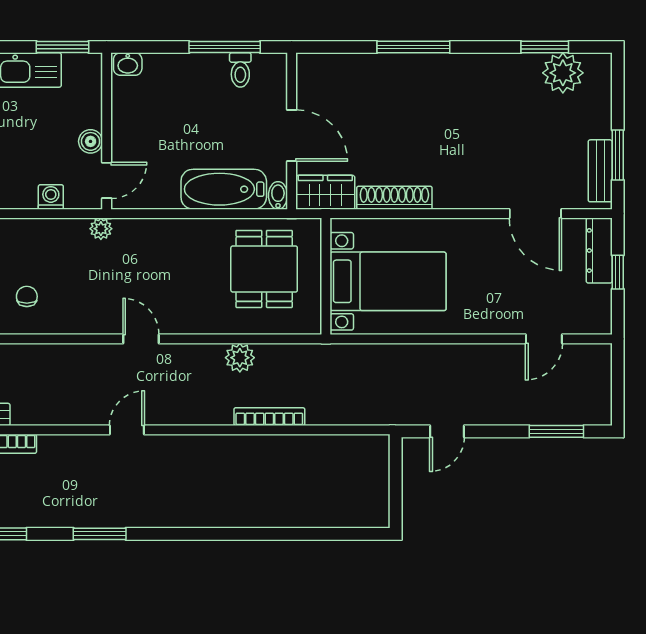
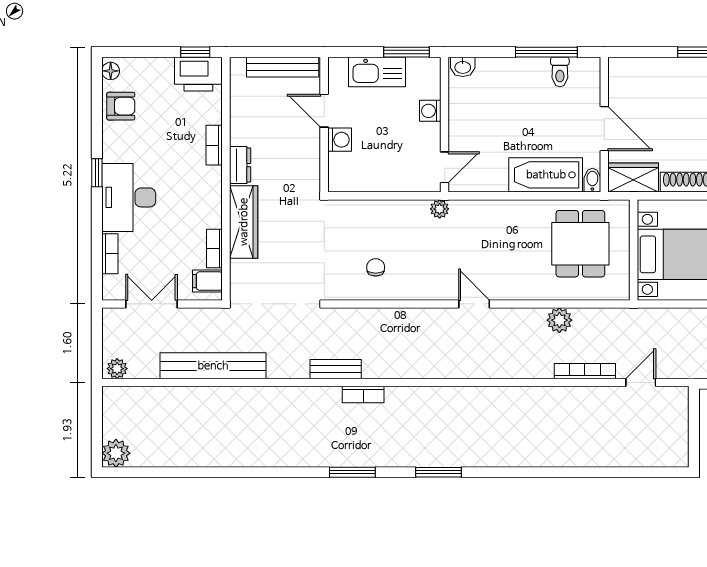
boiler: (91, 141) -> (431, 134), removed
washing machine: (51, 197) -> (430, 111), moved, turned -90
door: (127, 430) -> (641, 383), moved

